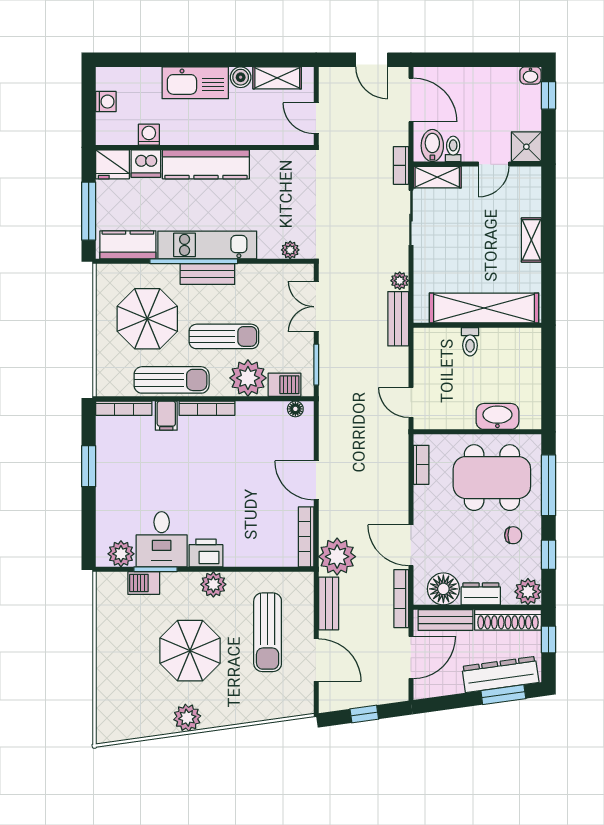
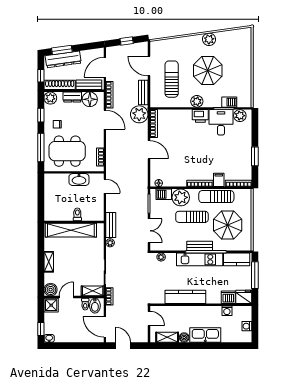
kitchen counter: (206, 164) -> (185, 297), moved
boiler: (528, 180) -> (51, 290), added
washbasin: (497, 416) -> (79, 180), moved

